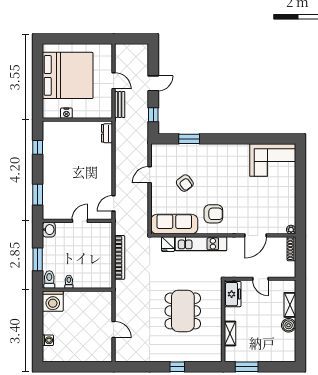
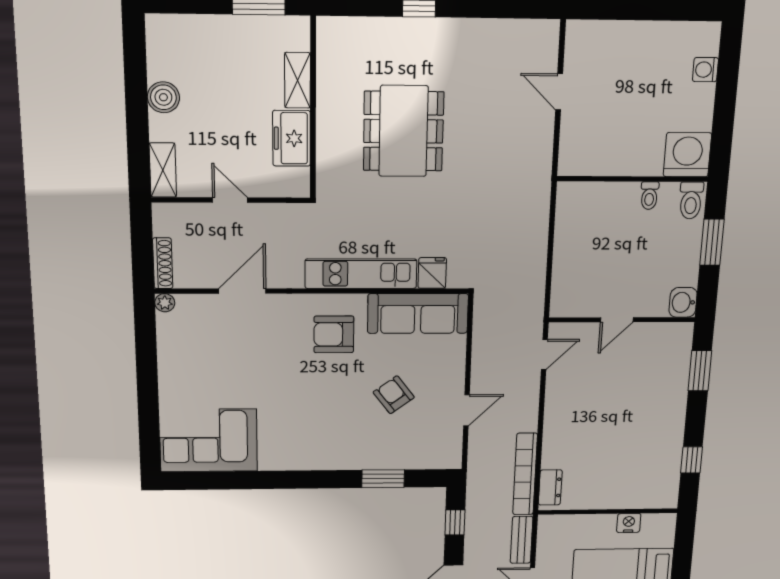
bookcase: (120, 257) -> (525, 474), moved
freezer: (233, 294) -> (292, 138), moved
shelving: (290, 305) -> (163, 170), moved

